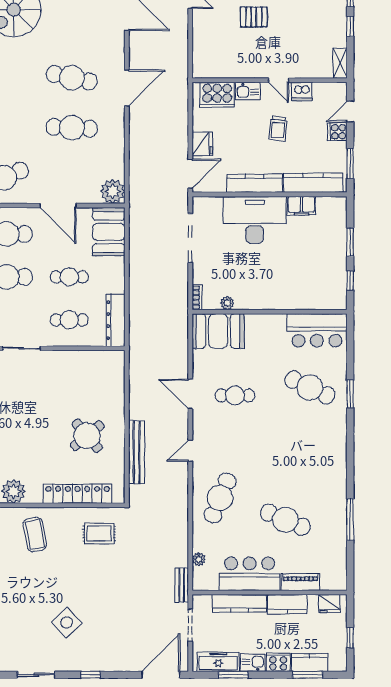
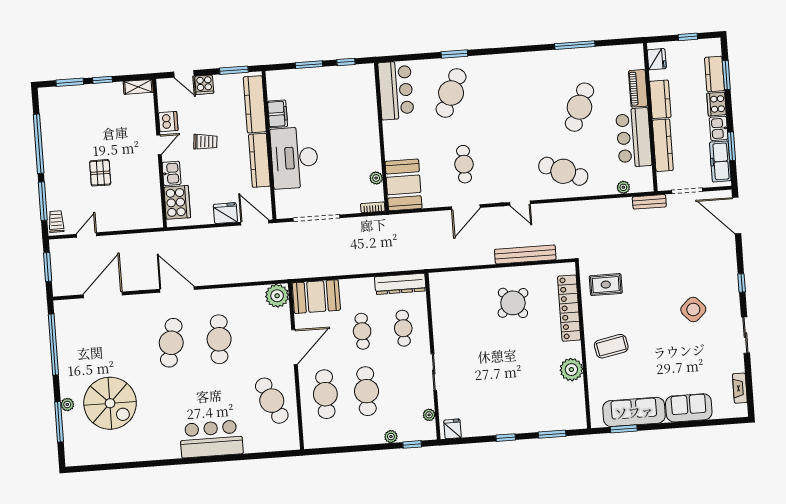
rug: (99, 534) -> (606, 285), turned 90

